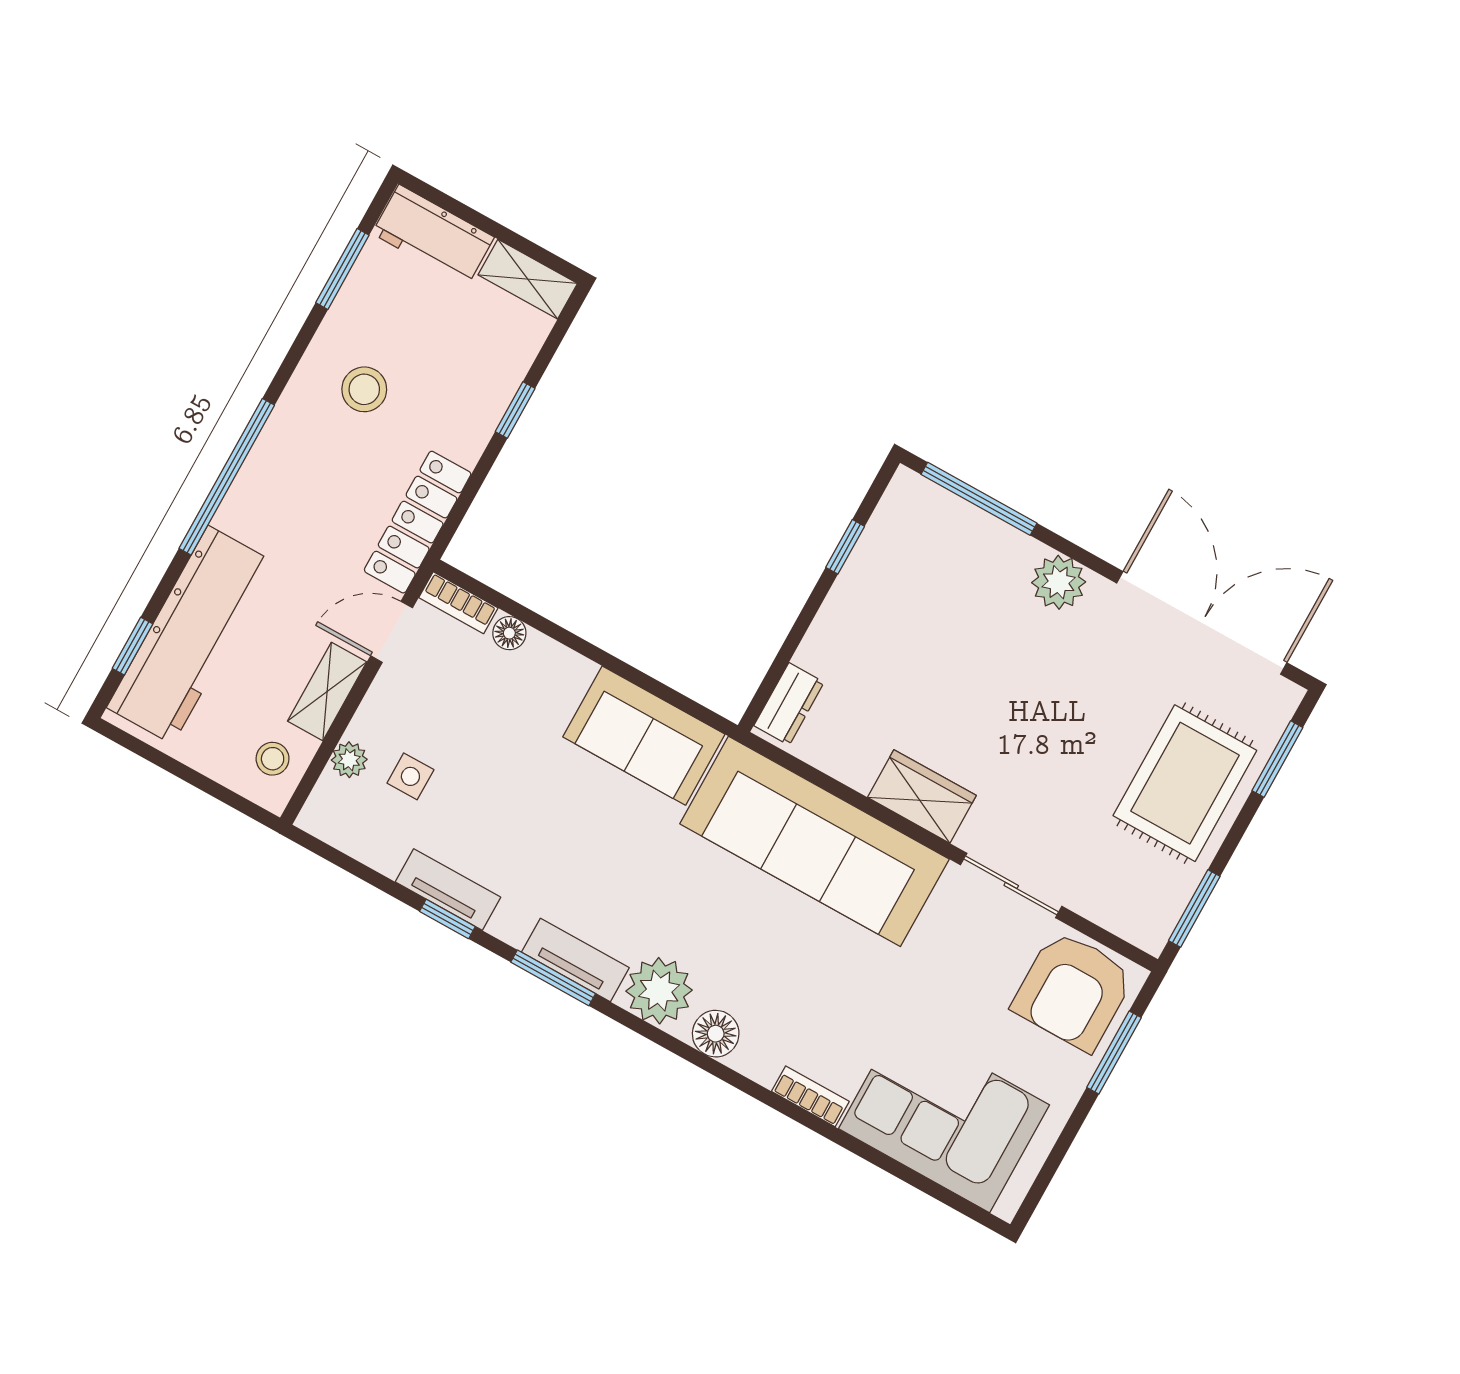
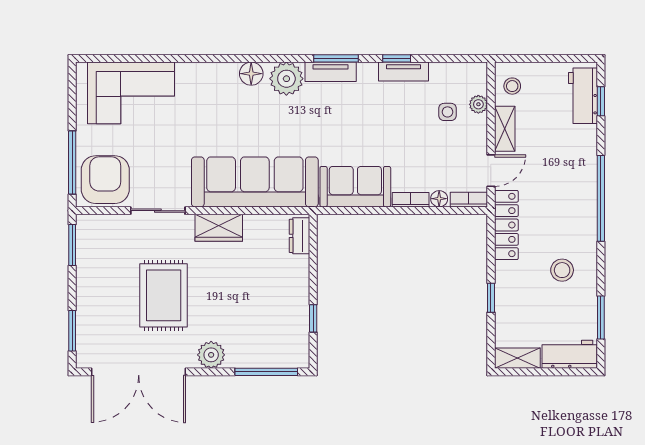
workbench: (190, 635) -> (583, 96), width x0.53, depth x0.76
rug: (1185, 783) -> (164, 295), moved
window: (1114, 1053) -> (72, 162), width x1.44
bookcase: (810, 1096) -> (411, 200), moved, turned 180

